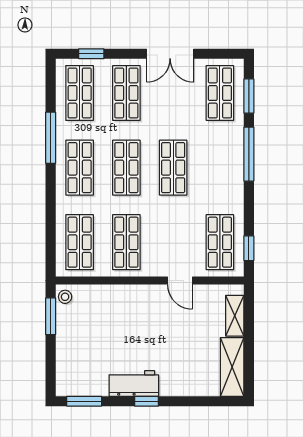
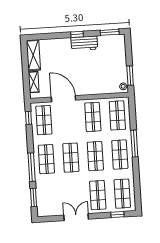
shop shelf: (220, 93) -> (46, 159), moved
window: (51, 138) -> (134, 143), moved
door: (180, 280) -> (63, 99), width x1.88

